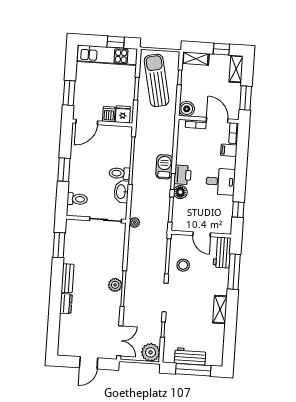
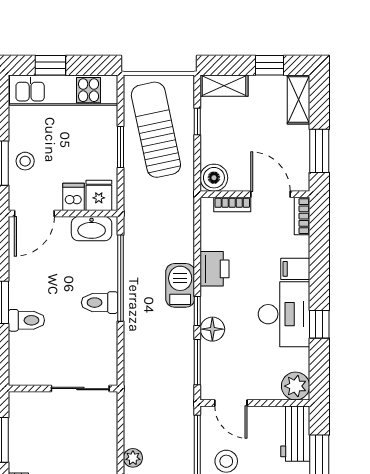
window: (116, 42) -> (50, 65), moved
stool: (84, 93) -> (25, 161), added
filing cabinet: (229, 150) -> (295, 269), moved
printer: (183, 175) -> (215, 269), moved
desk: (221, 182) -> (284, 314), width x1.37
washbasin: (121, 192) -> (92, 229), moved, turned -90
toilet: (77, 199) -> (26, 320), moved
window: (238, 210) -> (319, 324), moved
plant: (134, 222) -> (133, 458), moved
plant: (224, 226) -> (296, 386), added
door: (202, 234) -> (231, 403), moved

